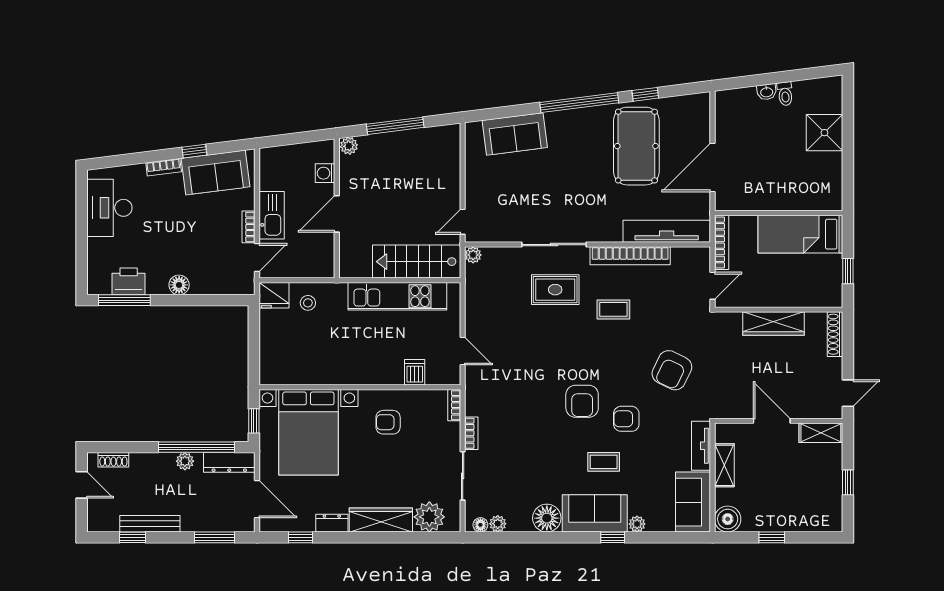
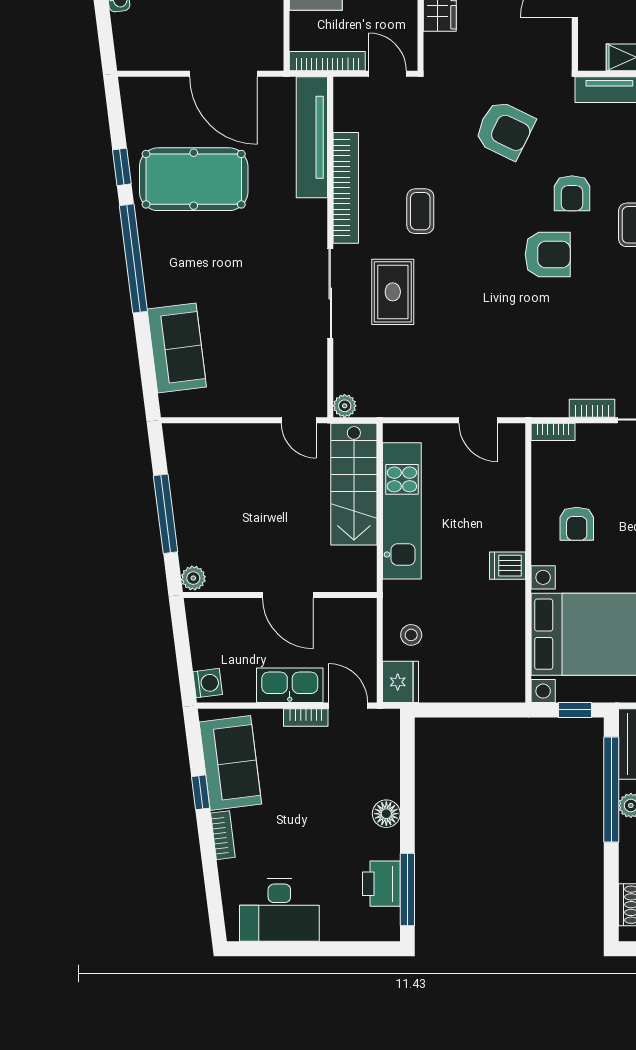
washing machine: (325, 173) -> (208, 683), moved, turned -97
door: (463, 351) -> (478, 420), swing flipped
dishwasher: (415, 372) -> (508, 566), moved

